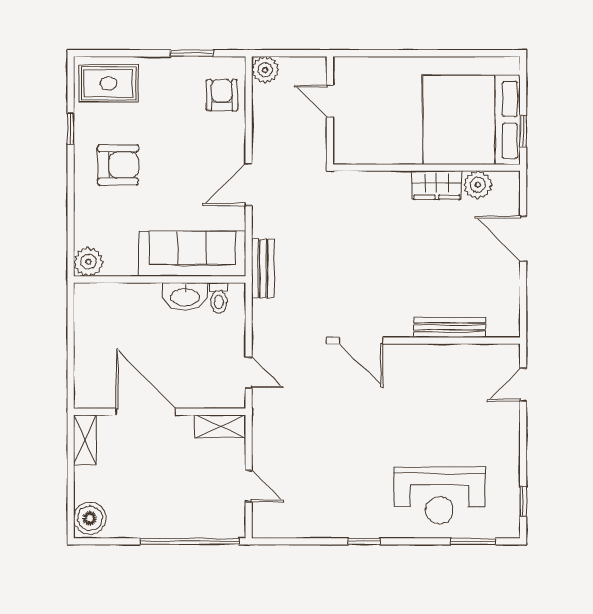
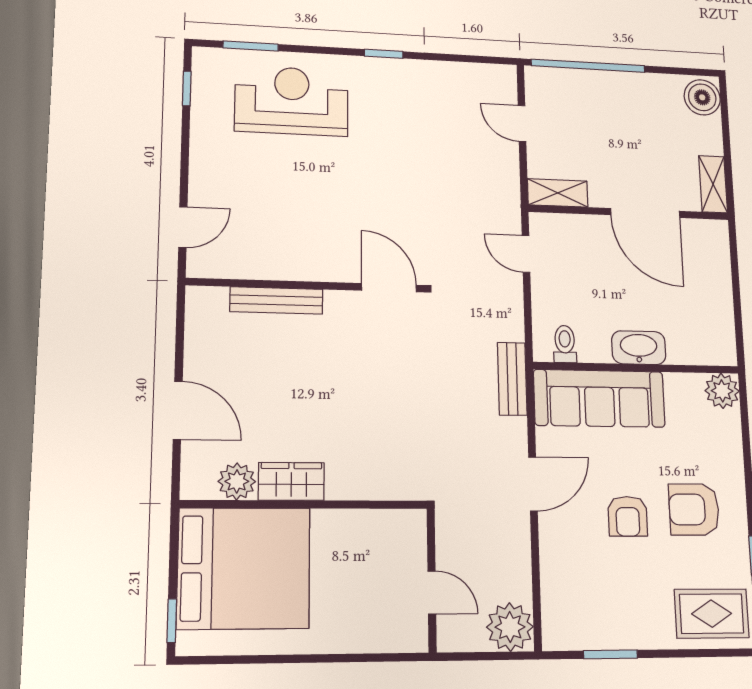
plant: (265, 70) -> (510, 627), width x1.36, depth x1.36
armchair: (222, 95) -> (628, 516), moved
window: (523, 131) -> (172, 621), moved
washbasin: (185, 296) -> (639, 348), moved

